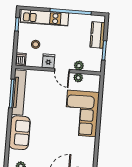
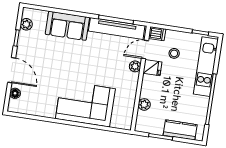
door: (62, 70) -> (145, 50), moved
plant: (78, 78) -> (135, 66), moved

